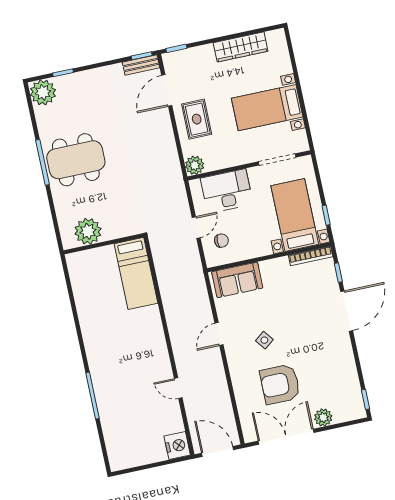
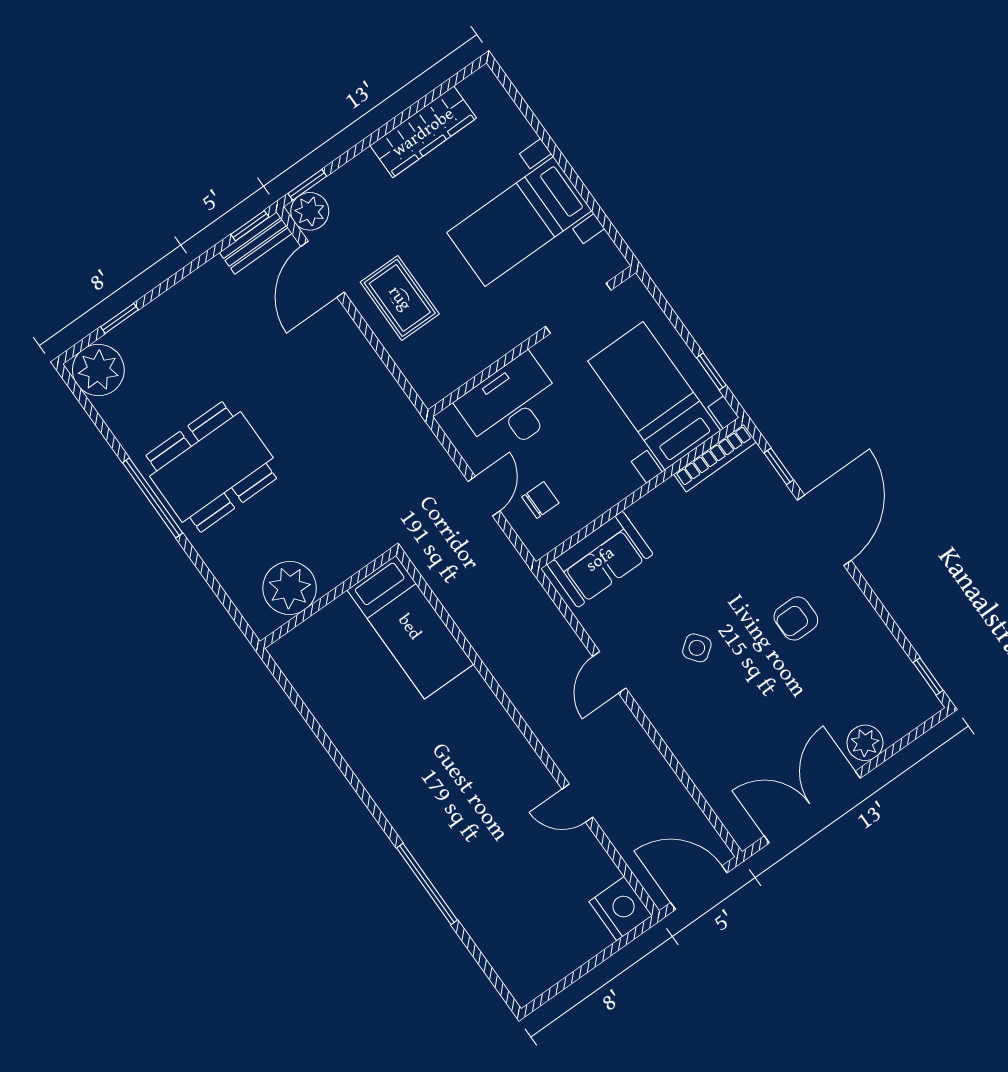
plant: (195, 165) -> (310, 211), moved
armchair: (280, 384) -> (796, 618), moved, width x0.53, depth x0.53

